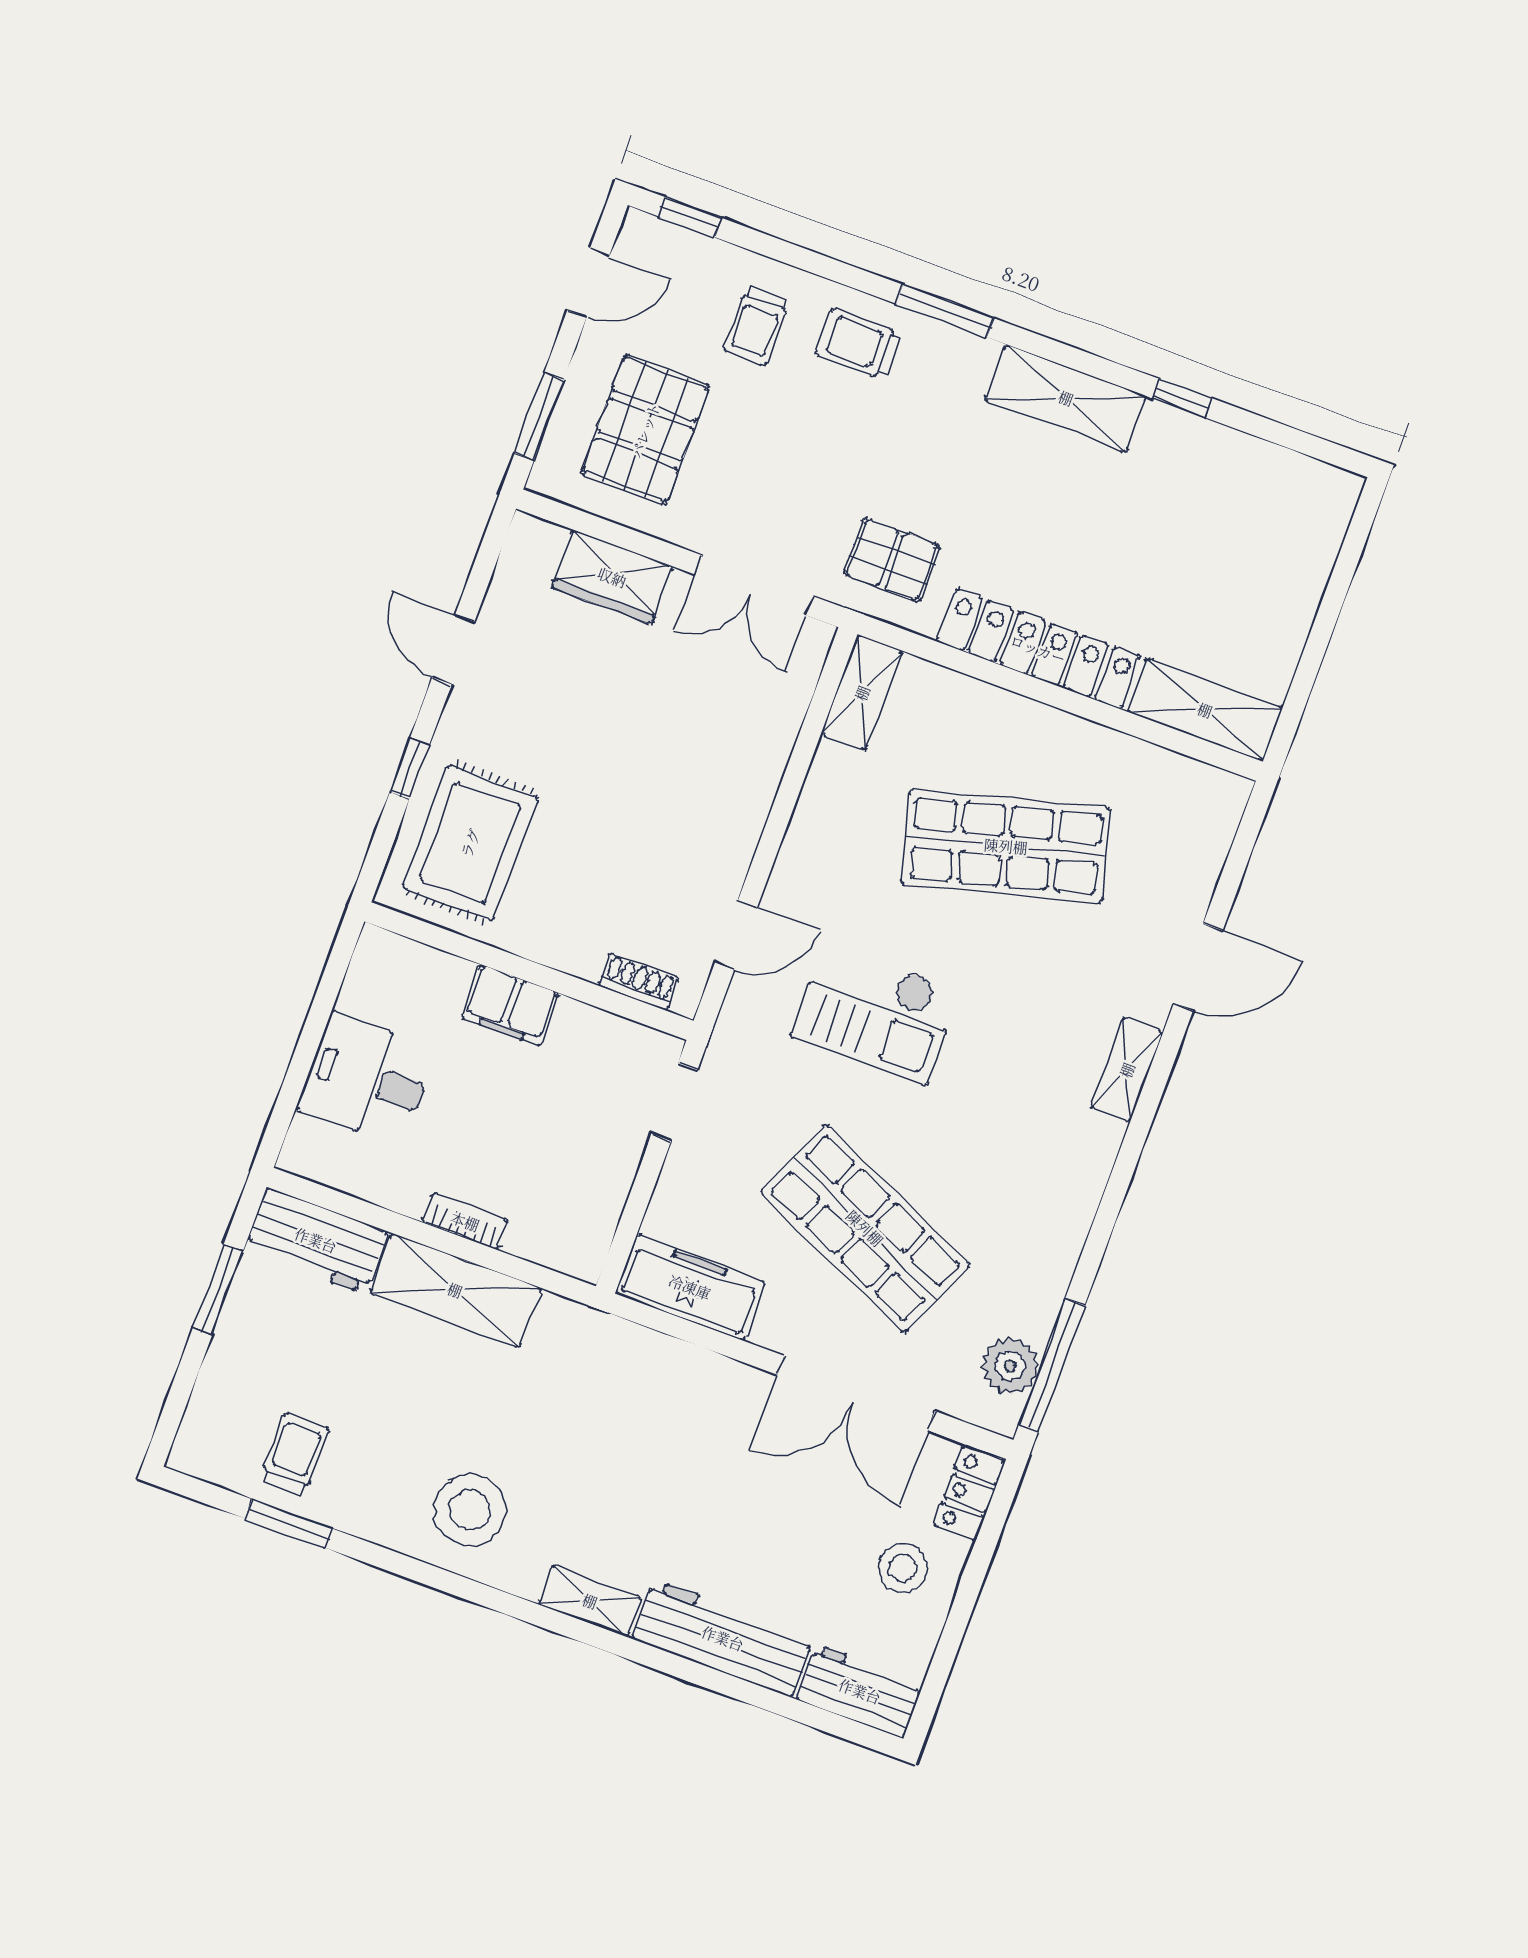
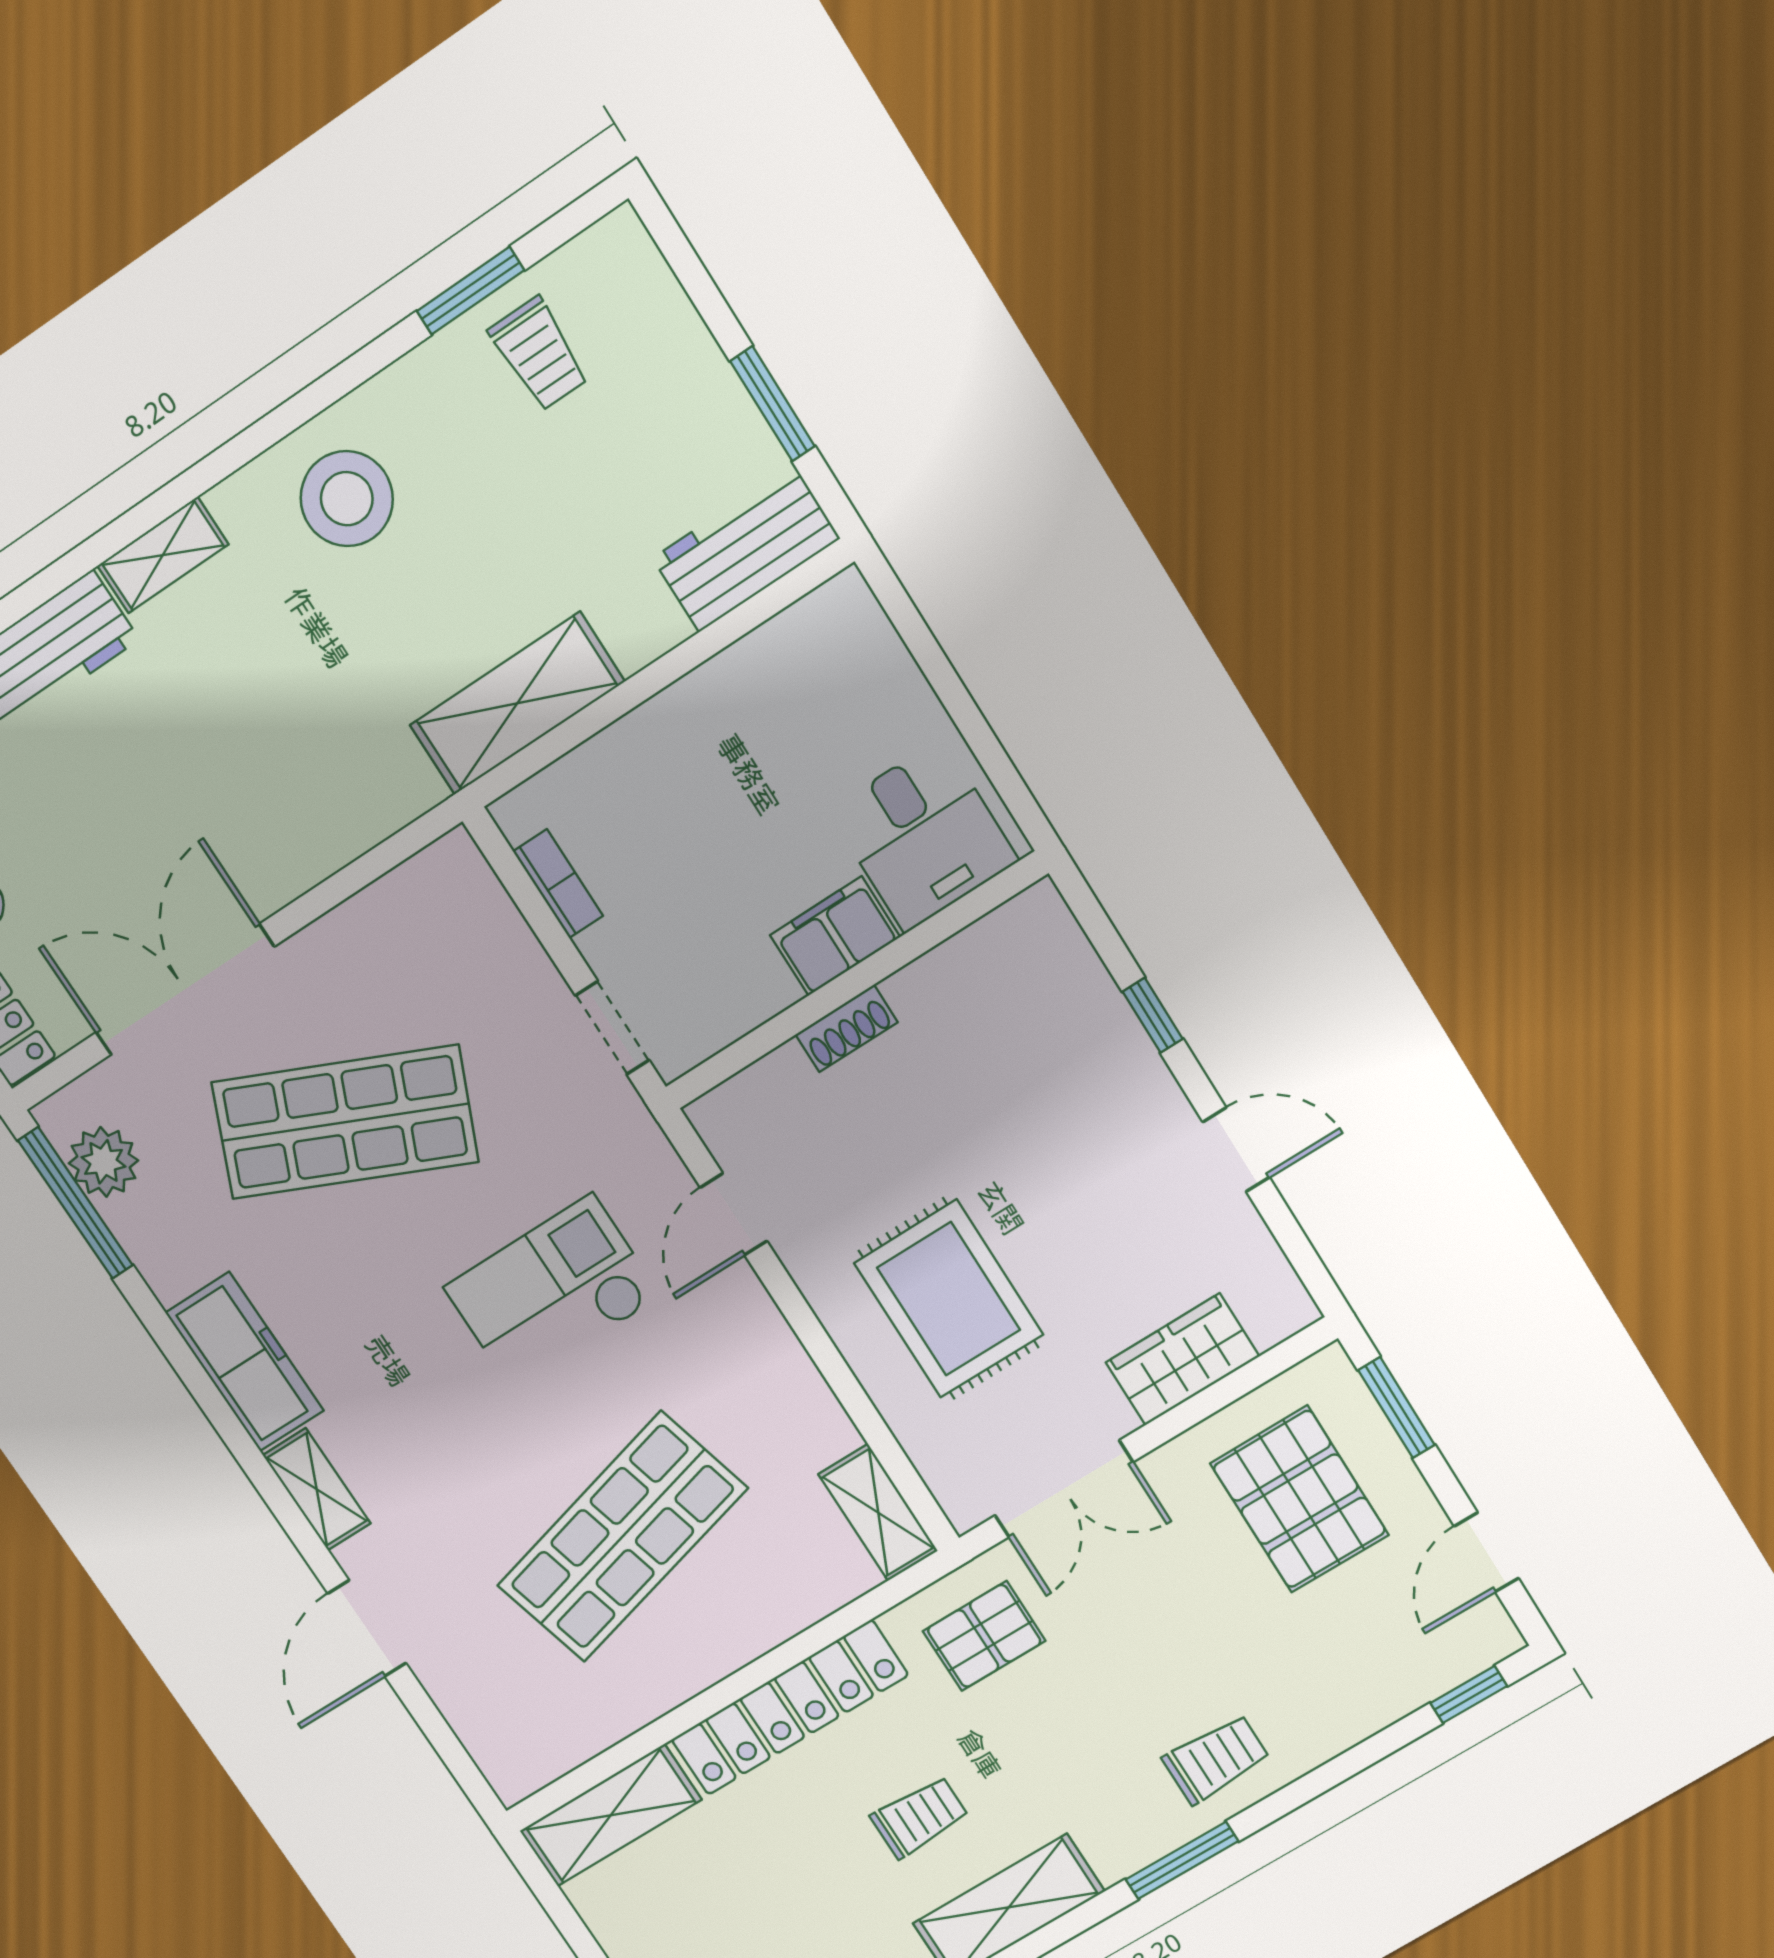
trolley: (757, 326) -> (919, 1817), moved, turned 90
double door: (754, 585) -> (1064, 1489), swing flipped
rug: (470, 843) -> (949, 1299), moved
shoe rack: (639, 982) -> (847, 1028), moved
desk: (367, 1079) -> (923, 836), moved, turned 90
bookcase: (465, 1221) -> (558, 884), moved, turned -90
freezer: (690, 1287) -> (245, 1362), moved, turned -90
shelving: (455, 1290) -> (517, 703), moved

